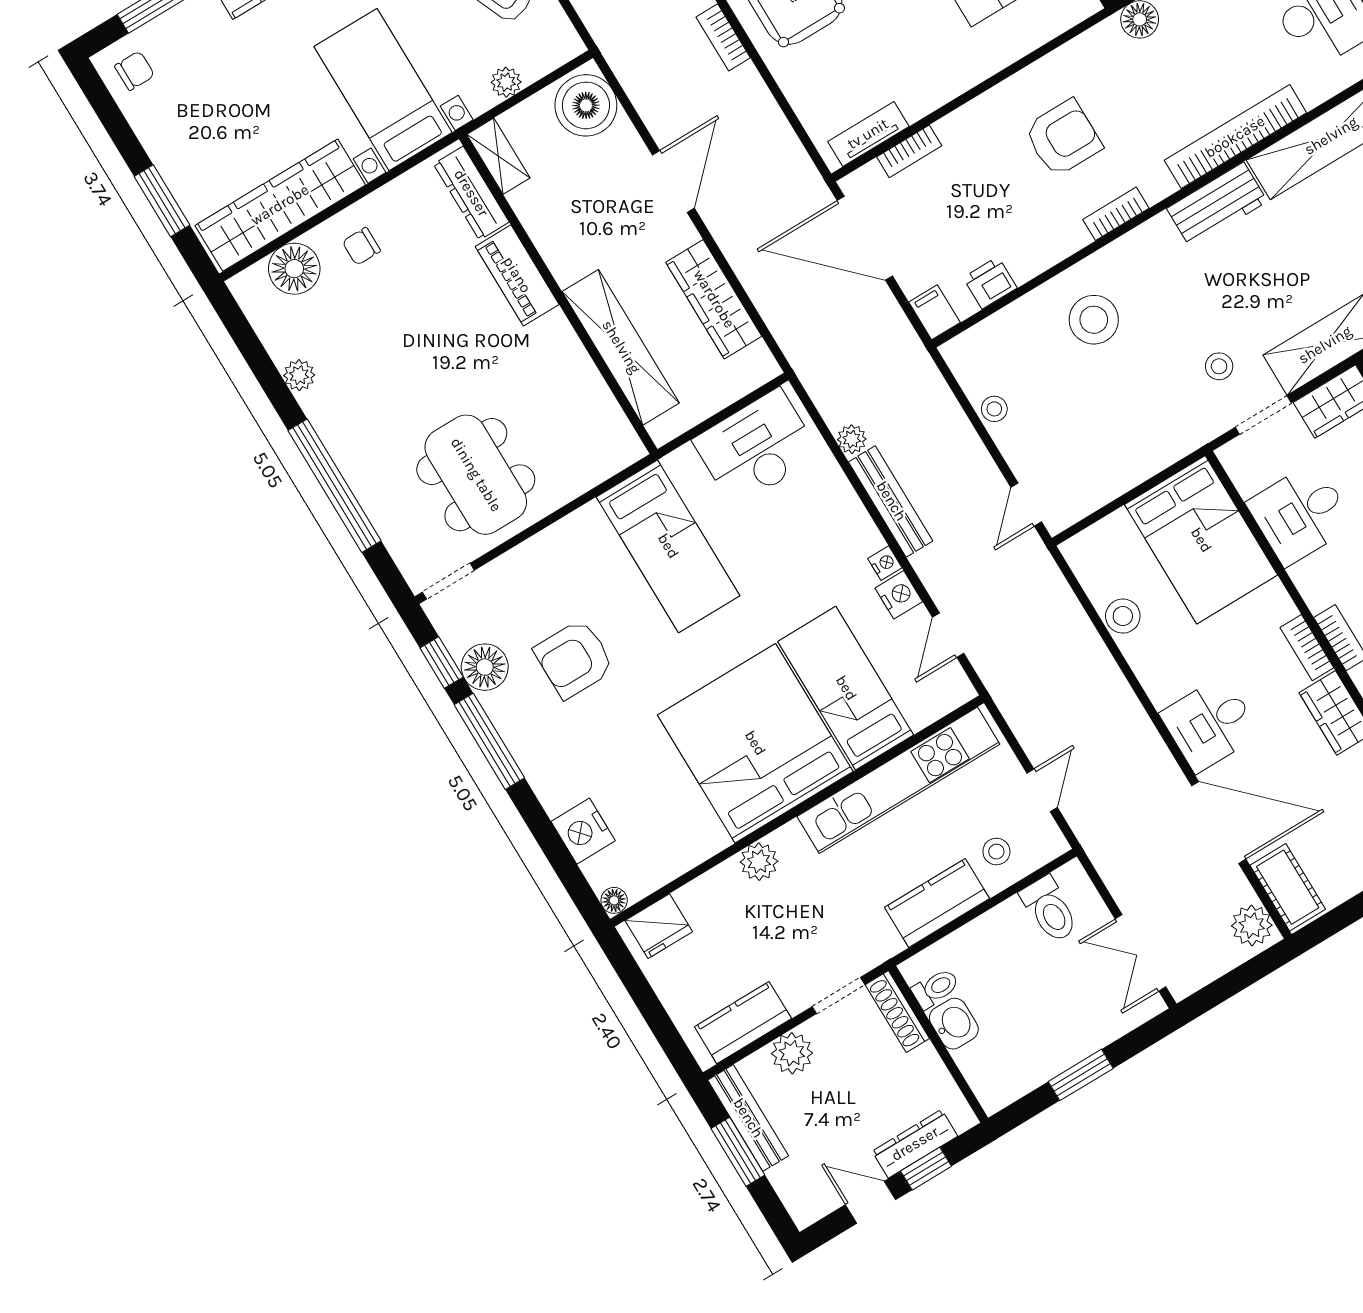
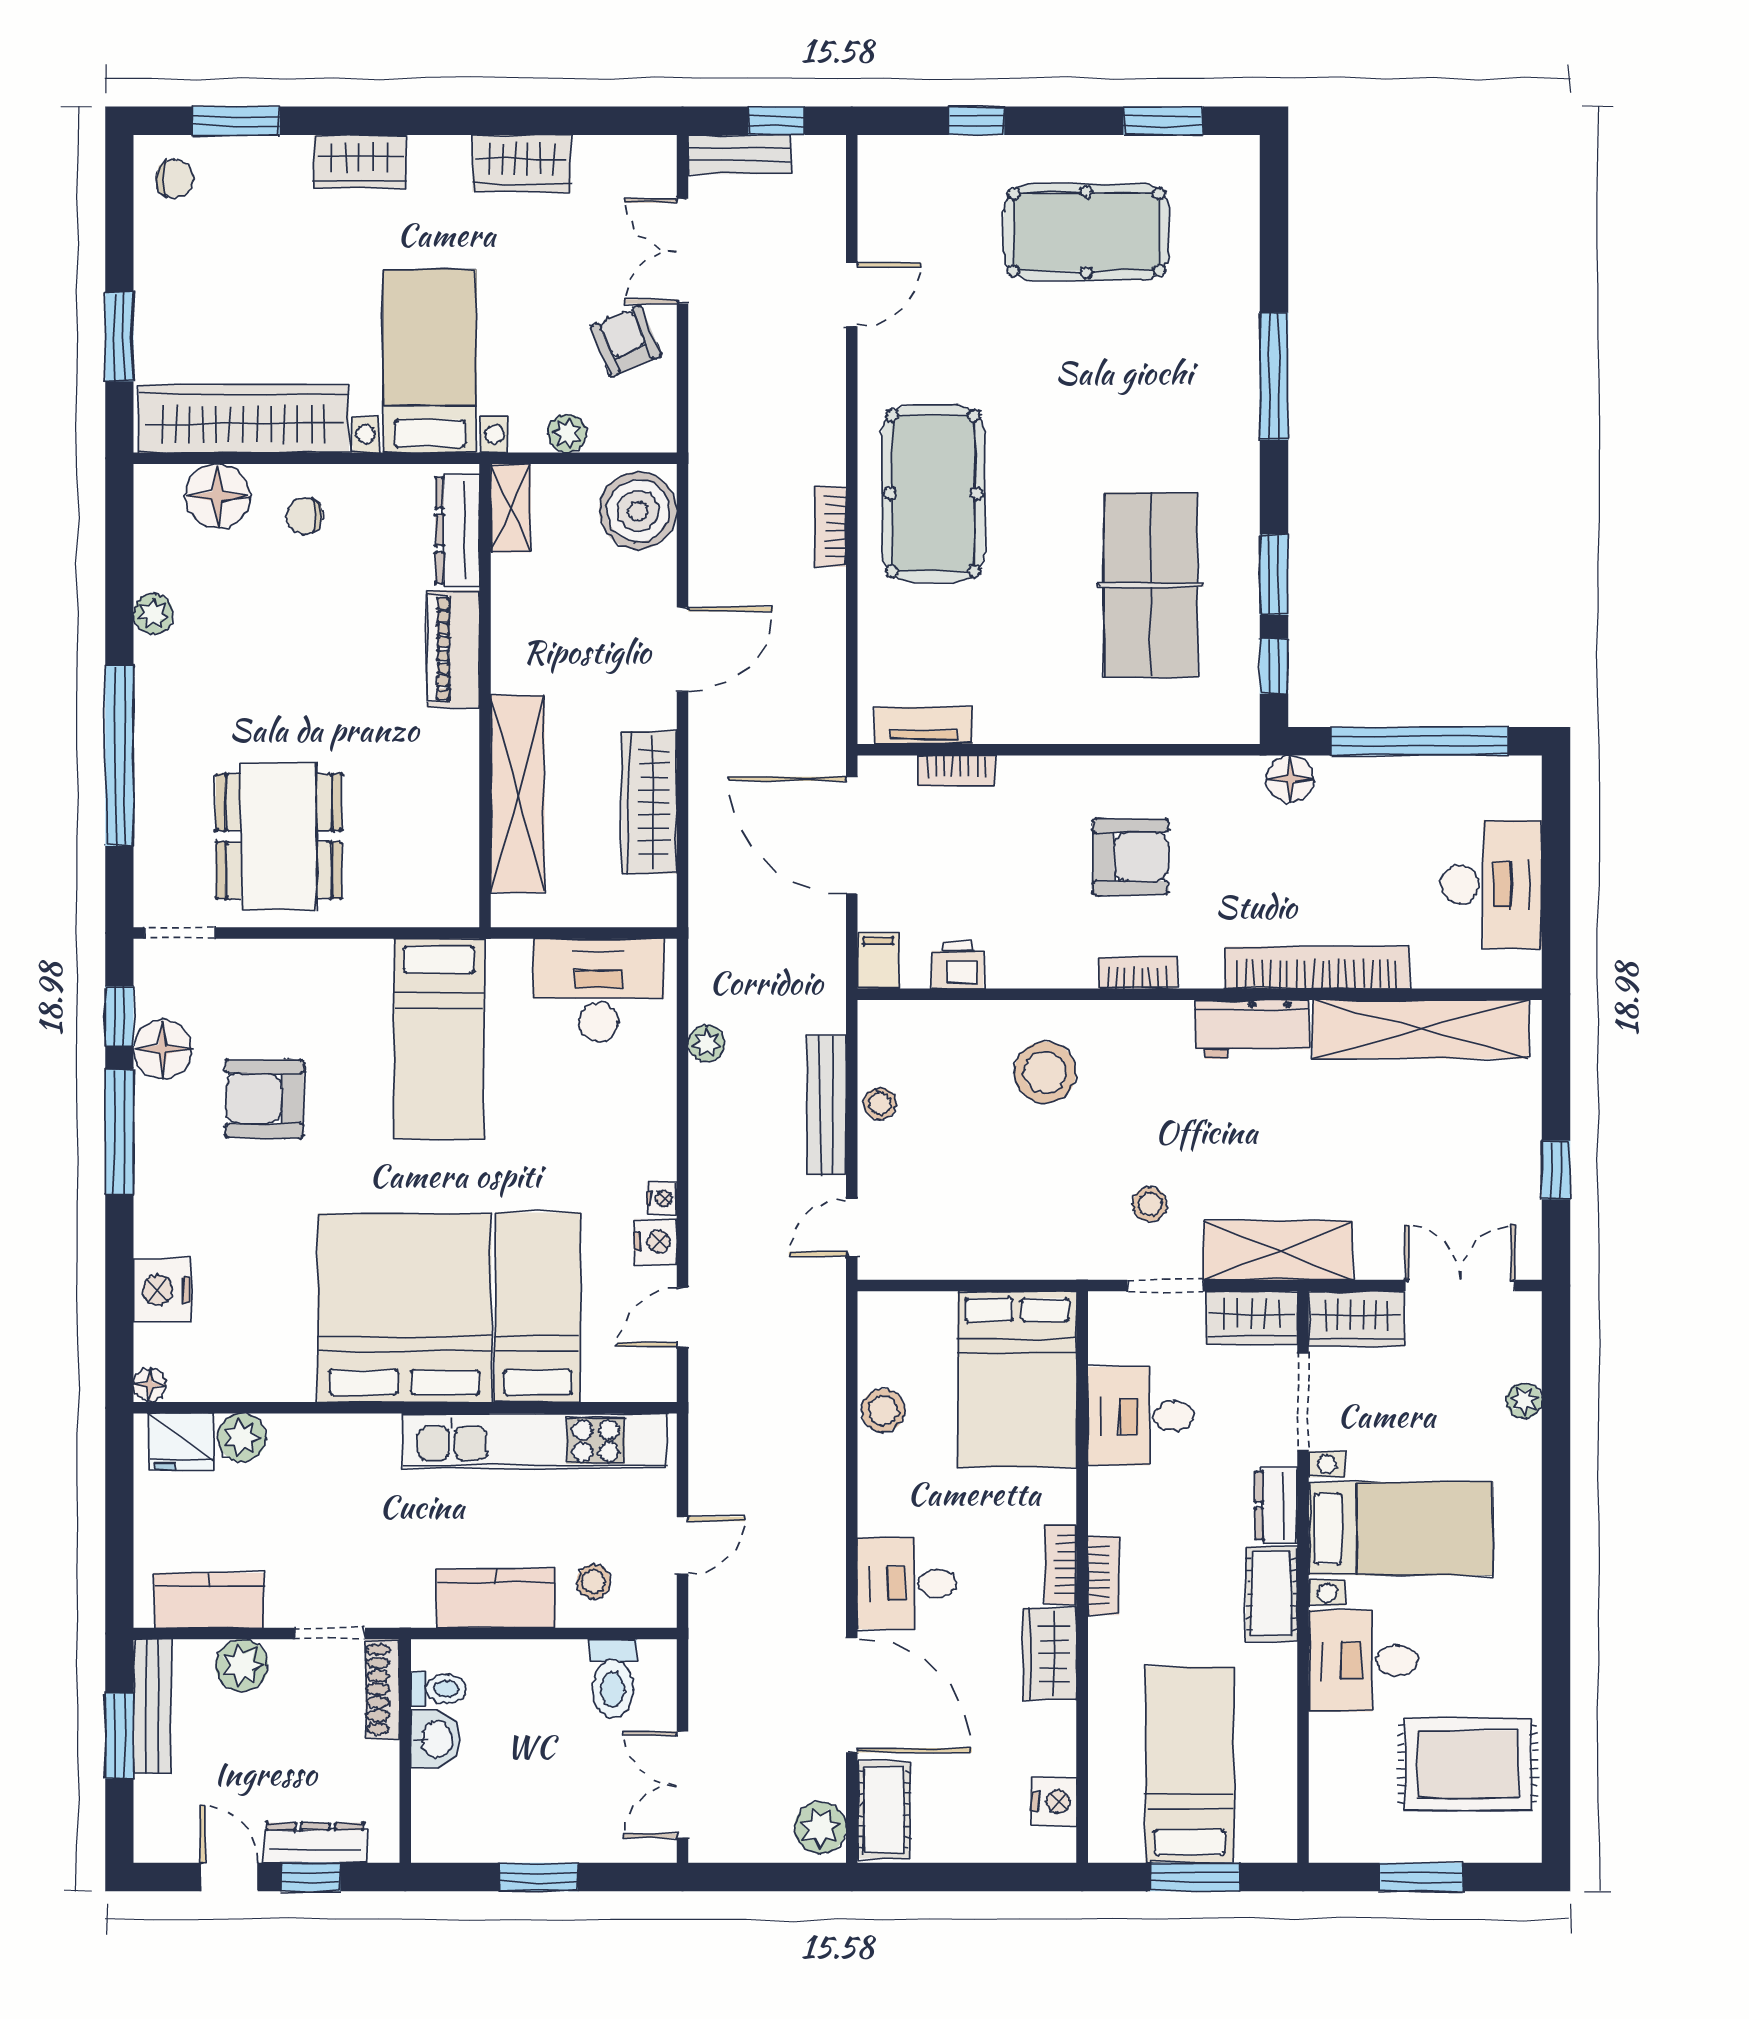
bench: (891, 501) -> (826, 1105), moved
plant: (759, 862) -> (242, 1438), moved

